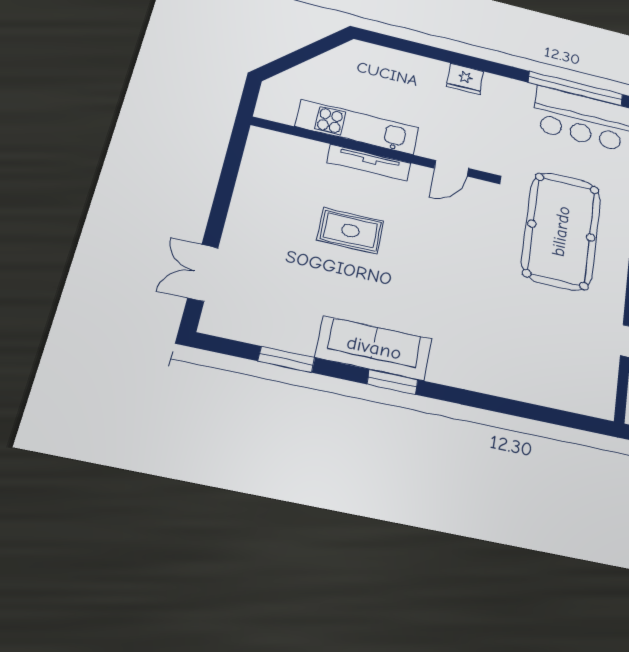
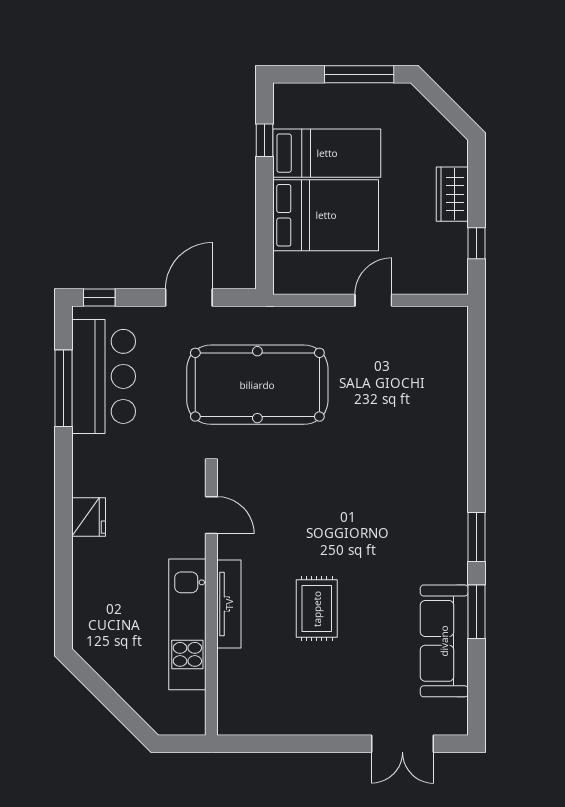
window: (576, 88) -> (64, 388), width x0.68
sofa: (374, 348) -> (444, 641), moved
window: (286, 359) -> (476, 612), moved

